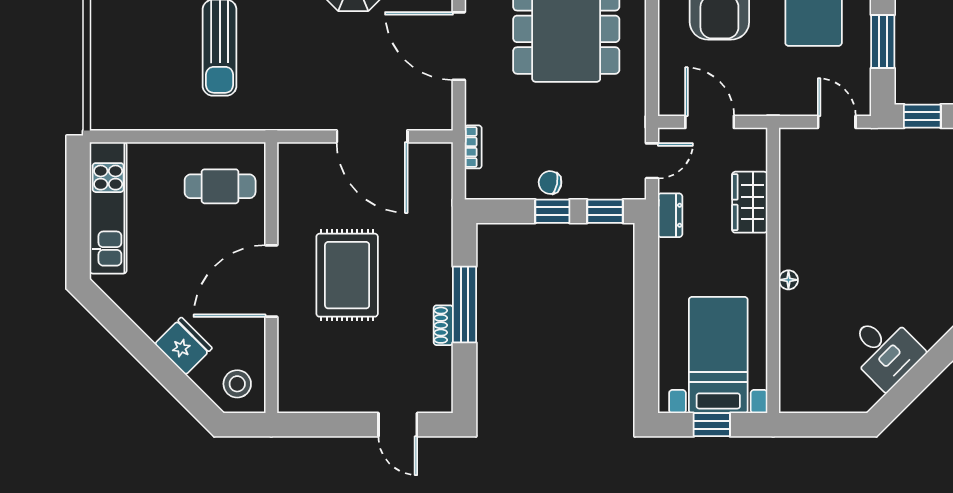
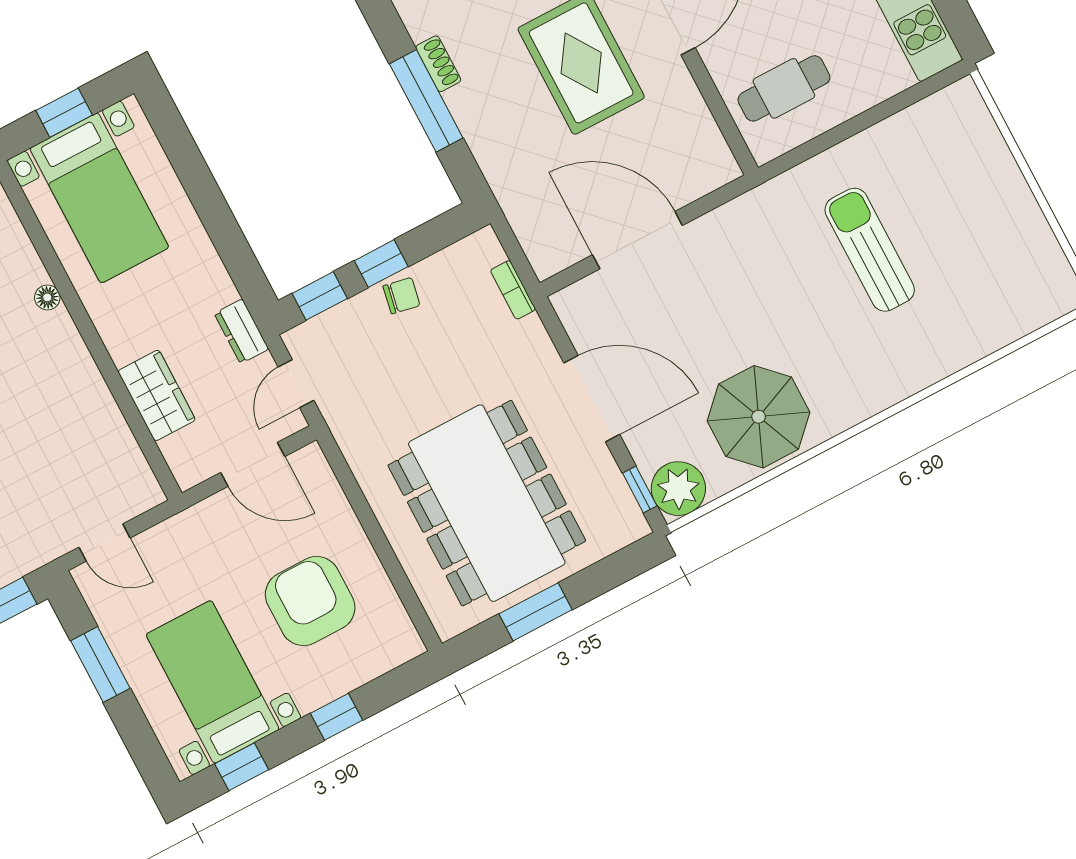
floor lamp: (788, 280) -> (47, 297), moved

